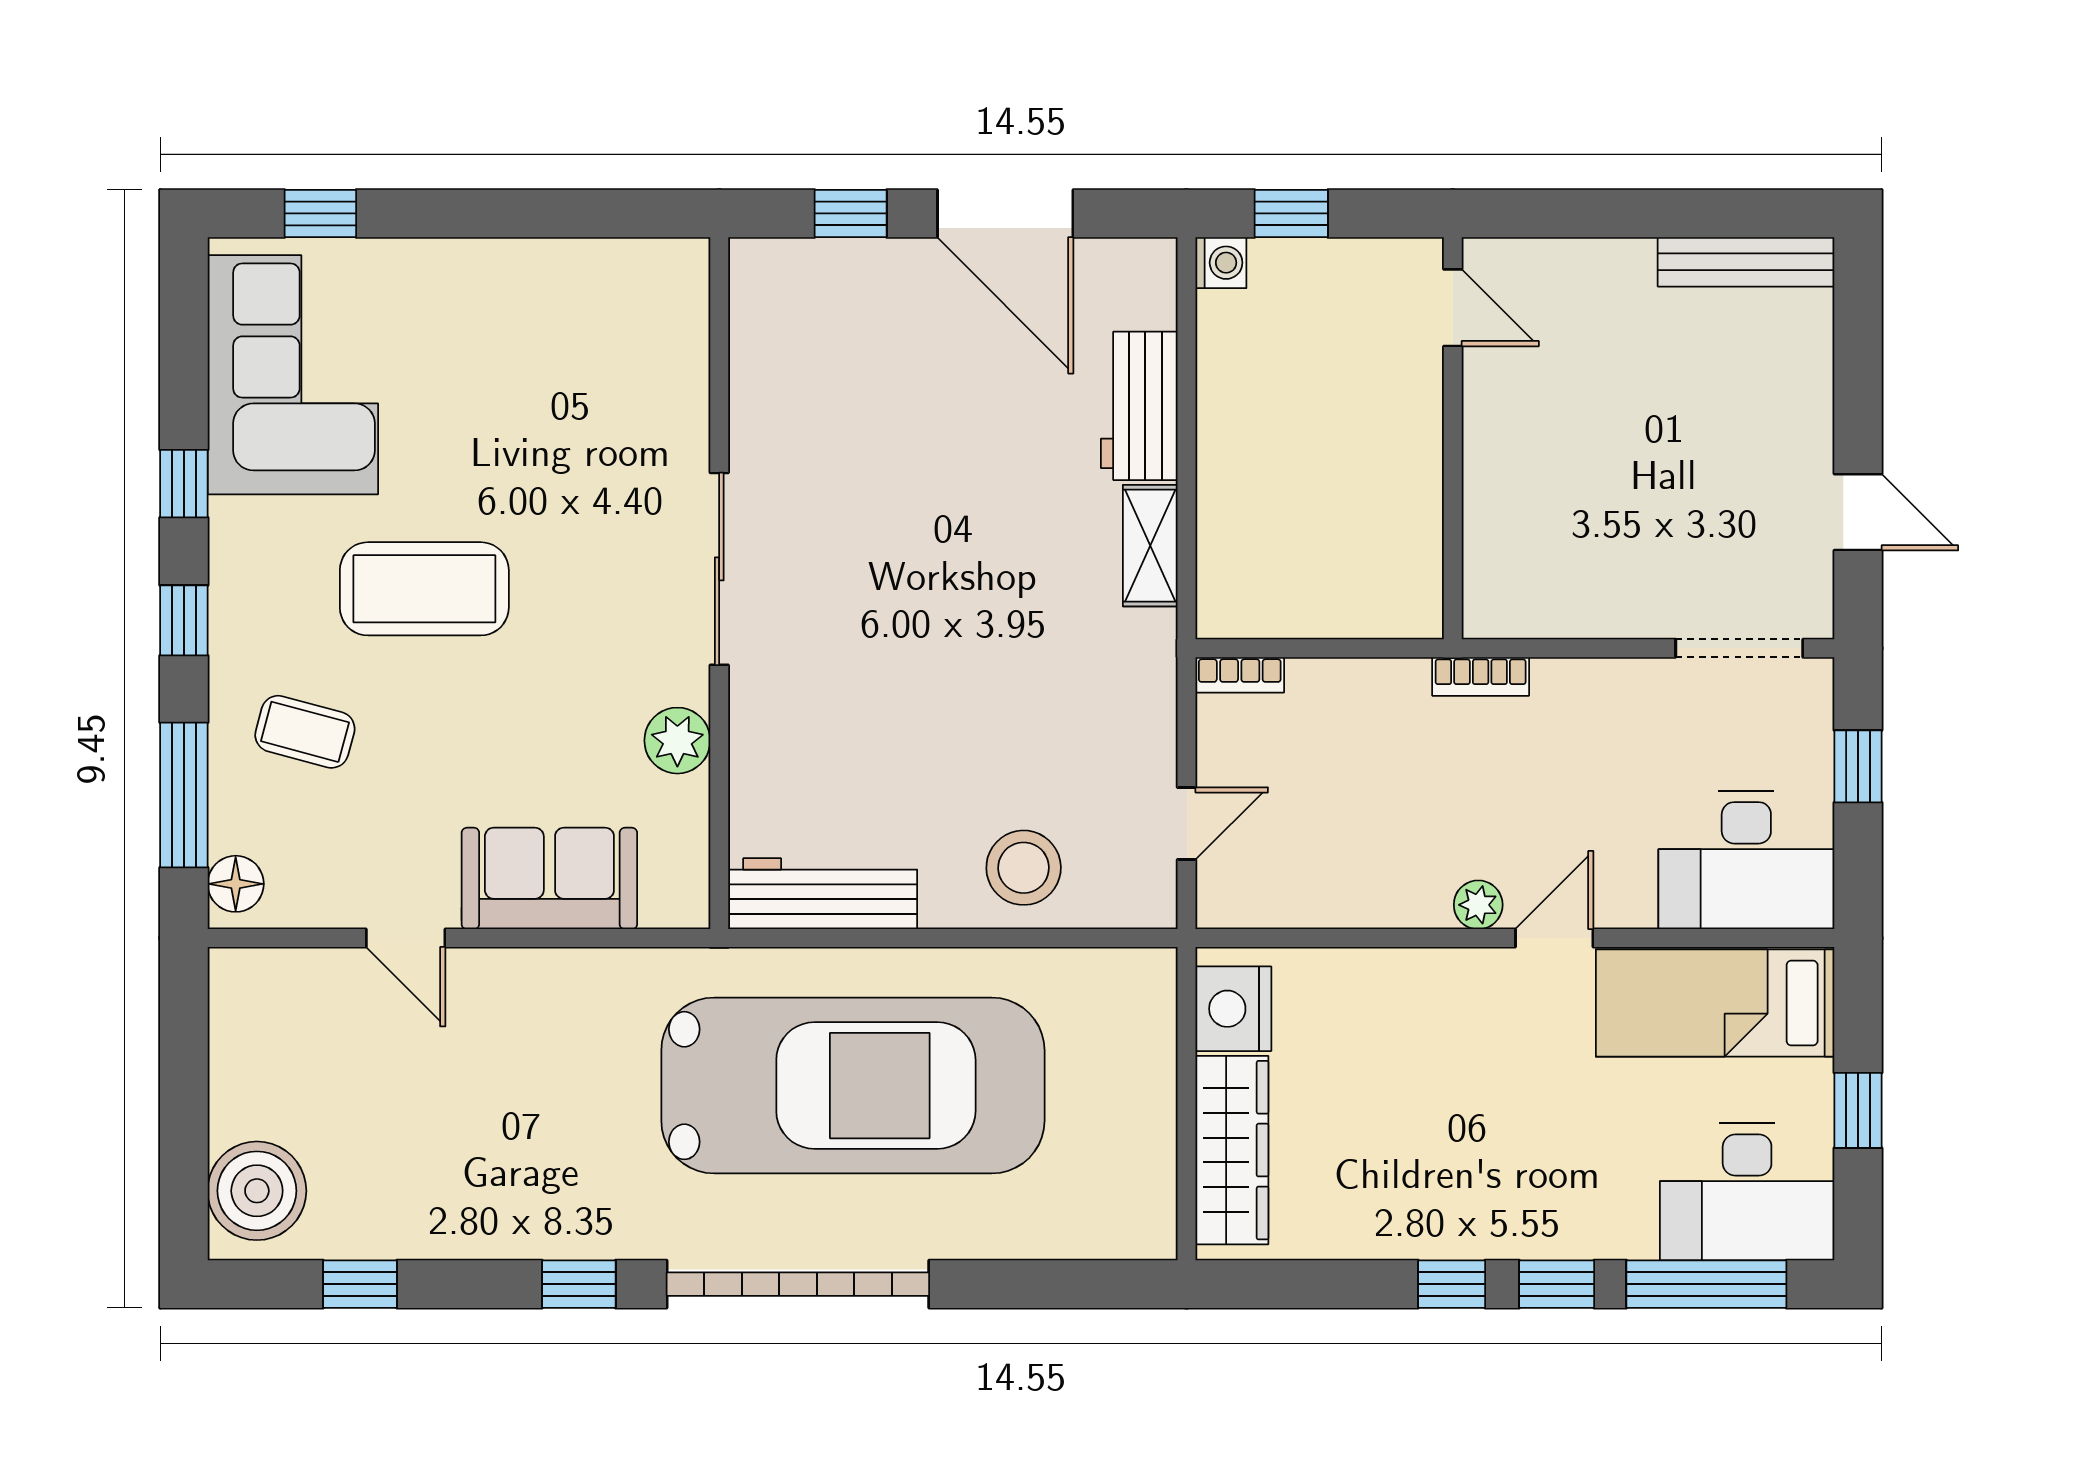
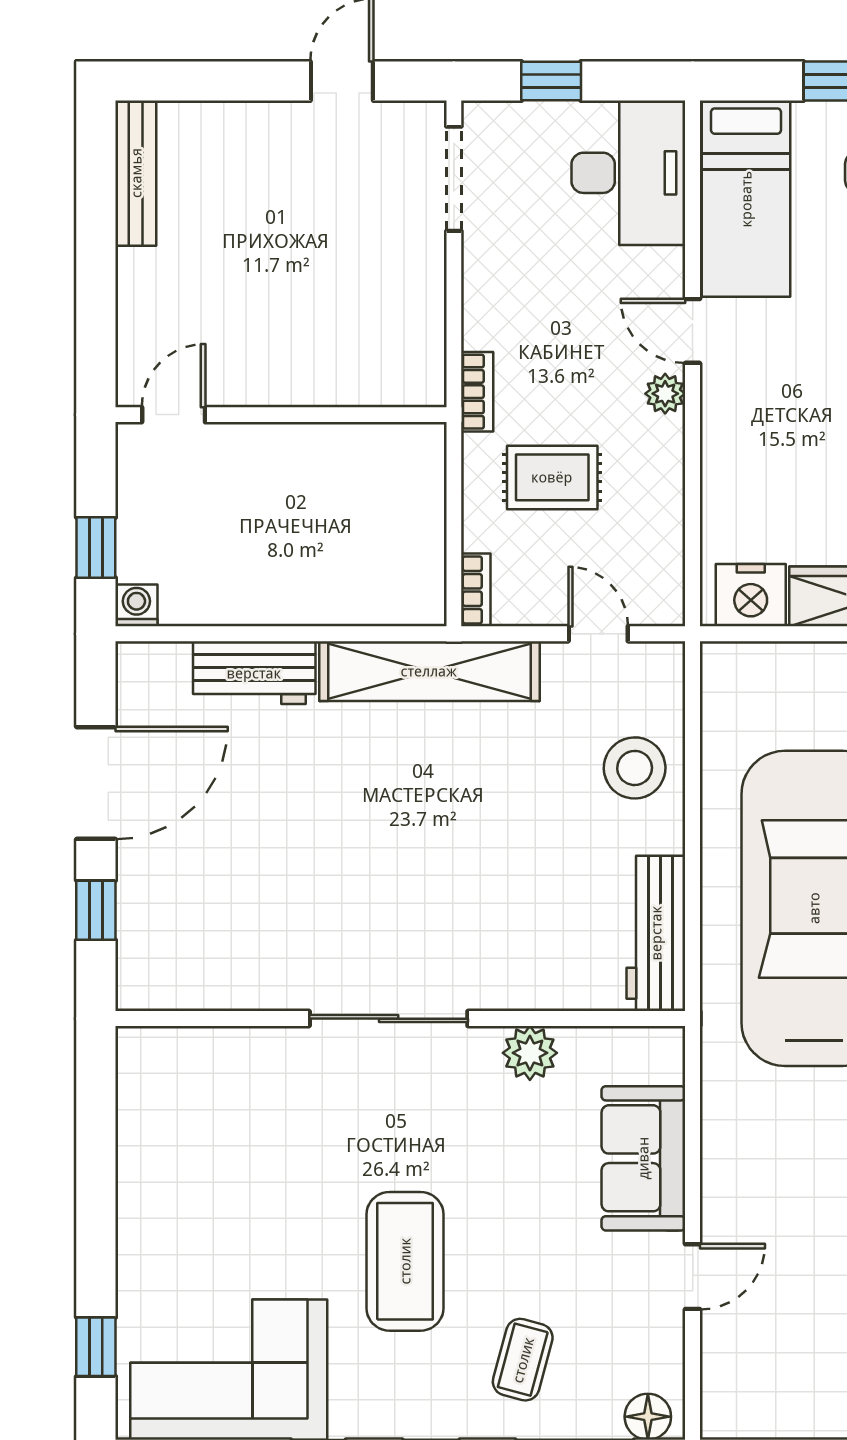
shelving: (1150, 546) -> (429, 671), width x2.20, depth x1.33
rug: (1376, 768) -> (552, 477), added

